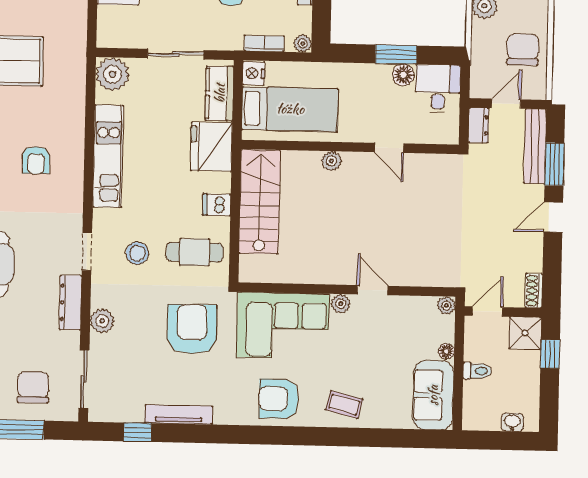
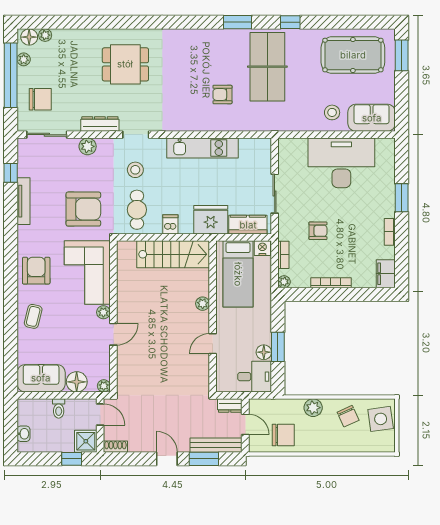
plant: (112, 74) -> (260, 150), removed
armchair: (36, 160) -> (222, 94), moved
floor lamp: (446, 351) -> (77, 382), width x1.89, depth x1.89

